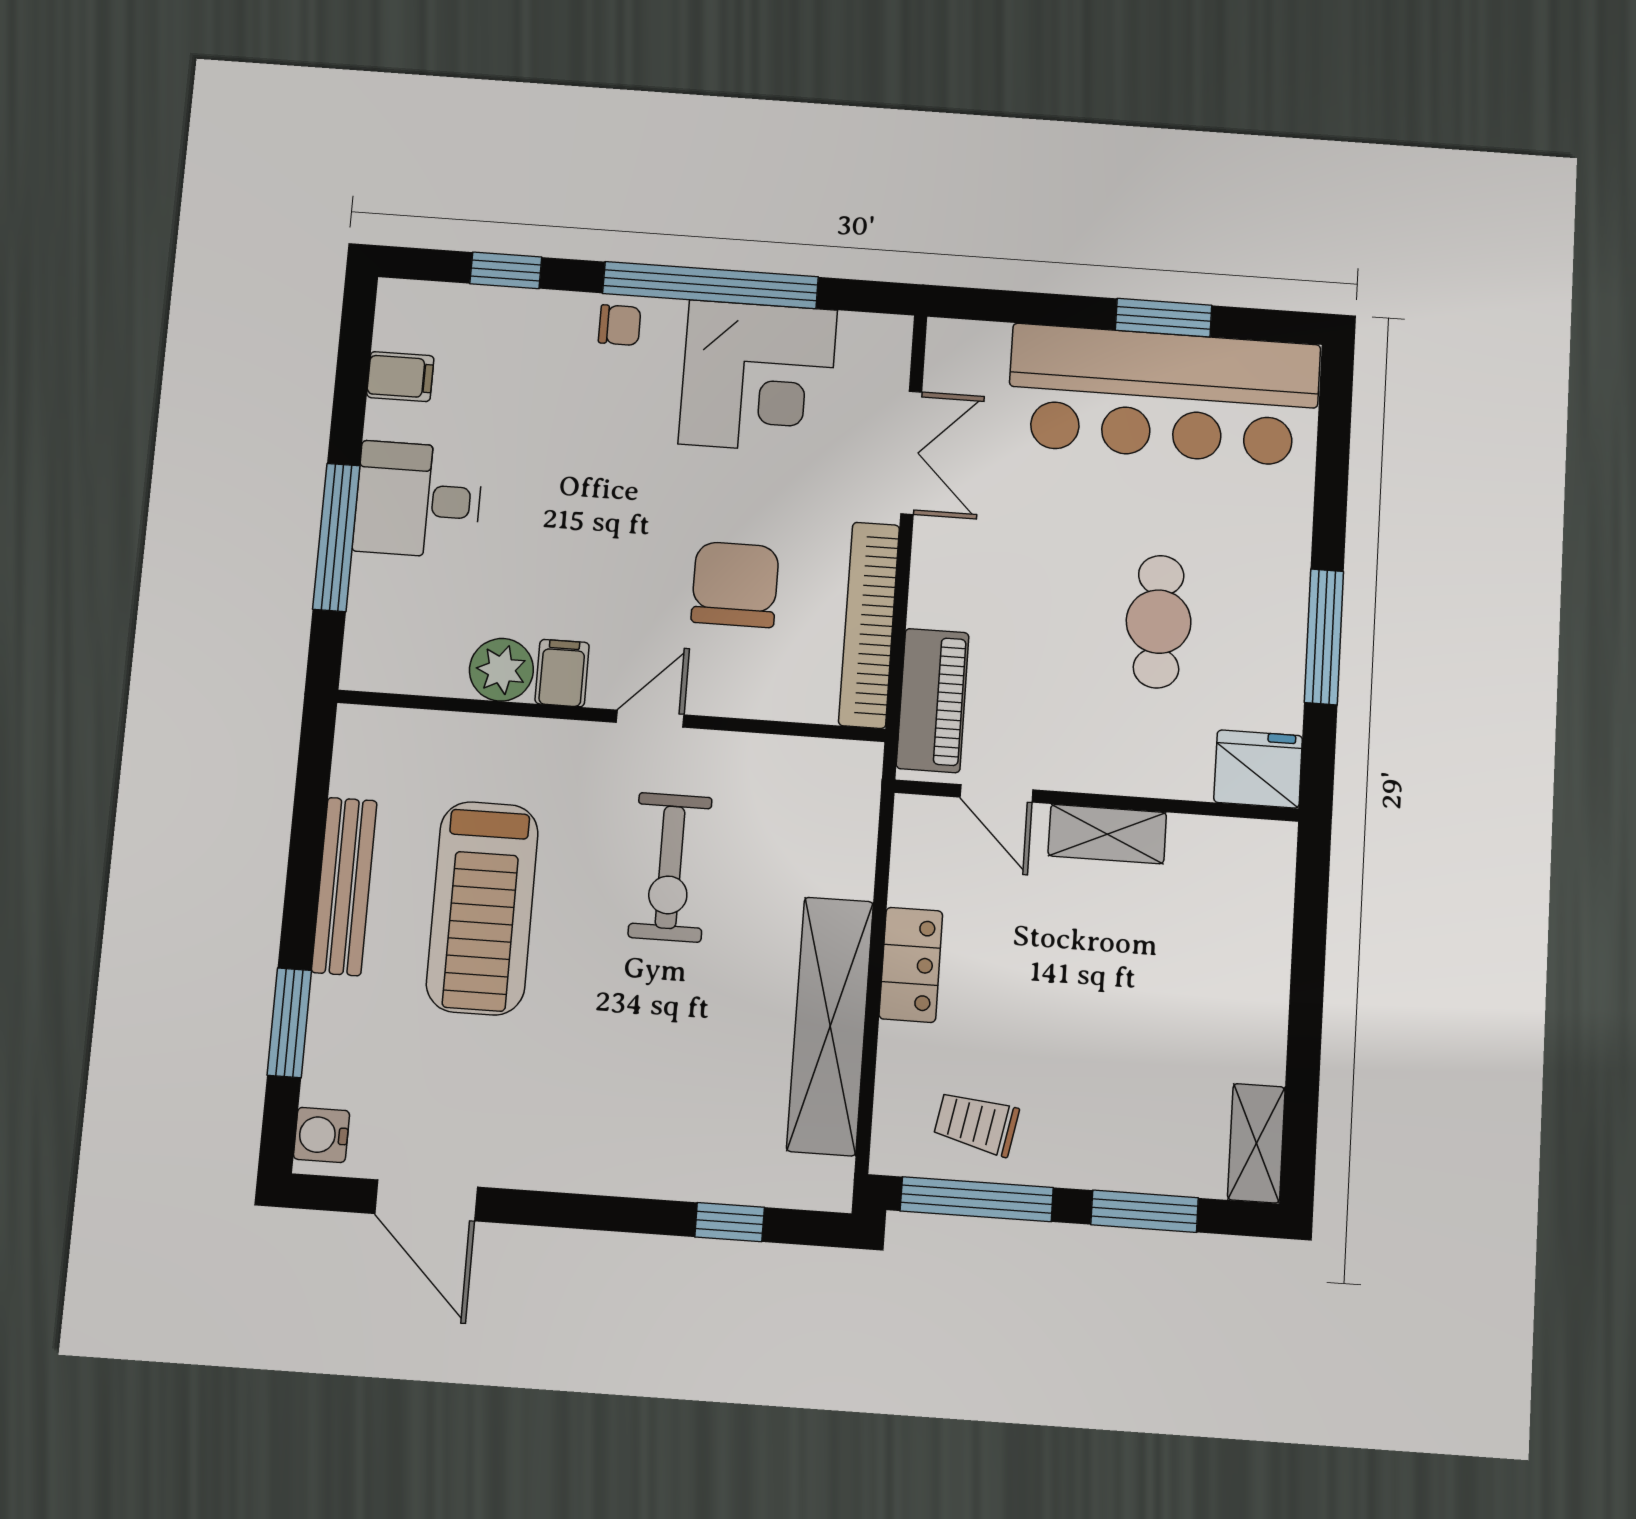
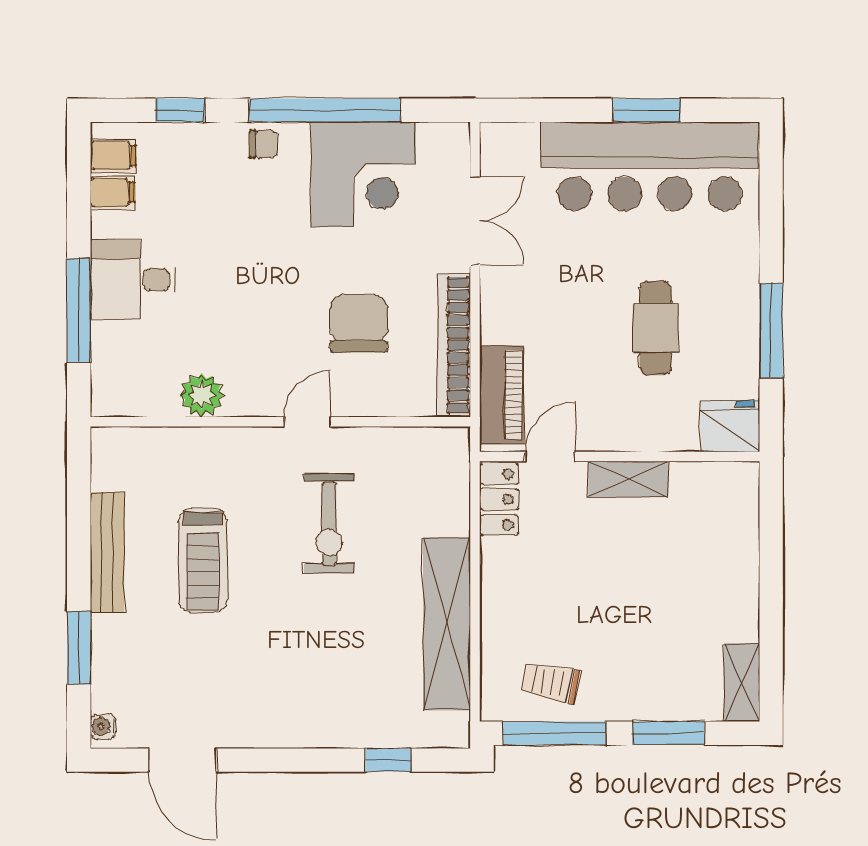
filing cabinet: (562, 673) -> (113, 156), moved, turned 90
door: (996, 793) -> (550, 456), swing flipped
treadmill: (482, 908) -> (203, 561), width x0.73, depth x0.73
locker: (911, 965) -> (499, 499), moved
water cooler: (321, 1135) -> (103, 726), width x0.72, depth x0.72

